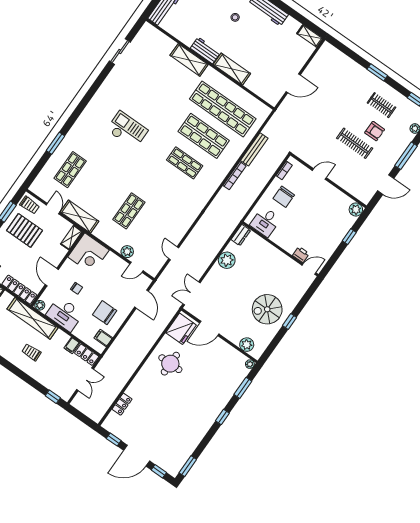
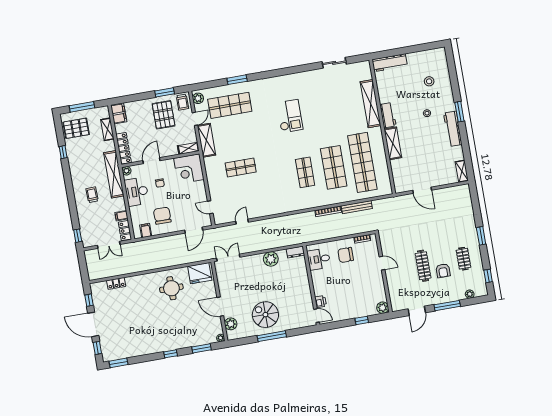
shelving: (189, 60) -> (371, 104), width x1.47
shop shelf: (70, 170) -> (230, 105), width x1.43, depth x1.36
door: (386, 185) -> (417, 311), hinge flipped
plant: (127, 252) -> (198, 98), moved
window: (290, 321) -> (272, 336), width x2.17
door: (209, 328) -> (220, 307), moved

